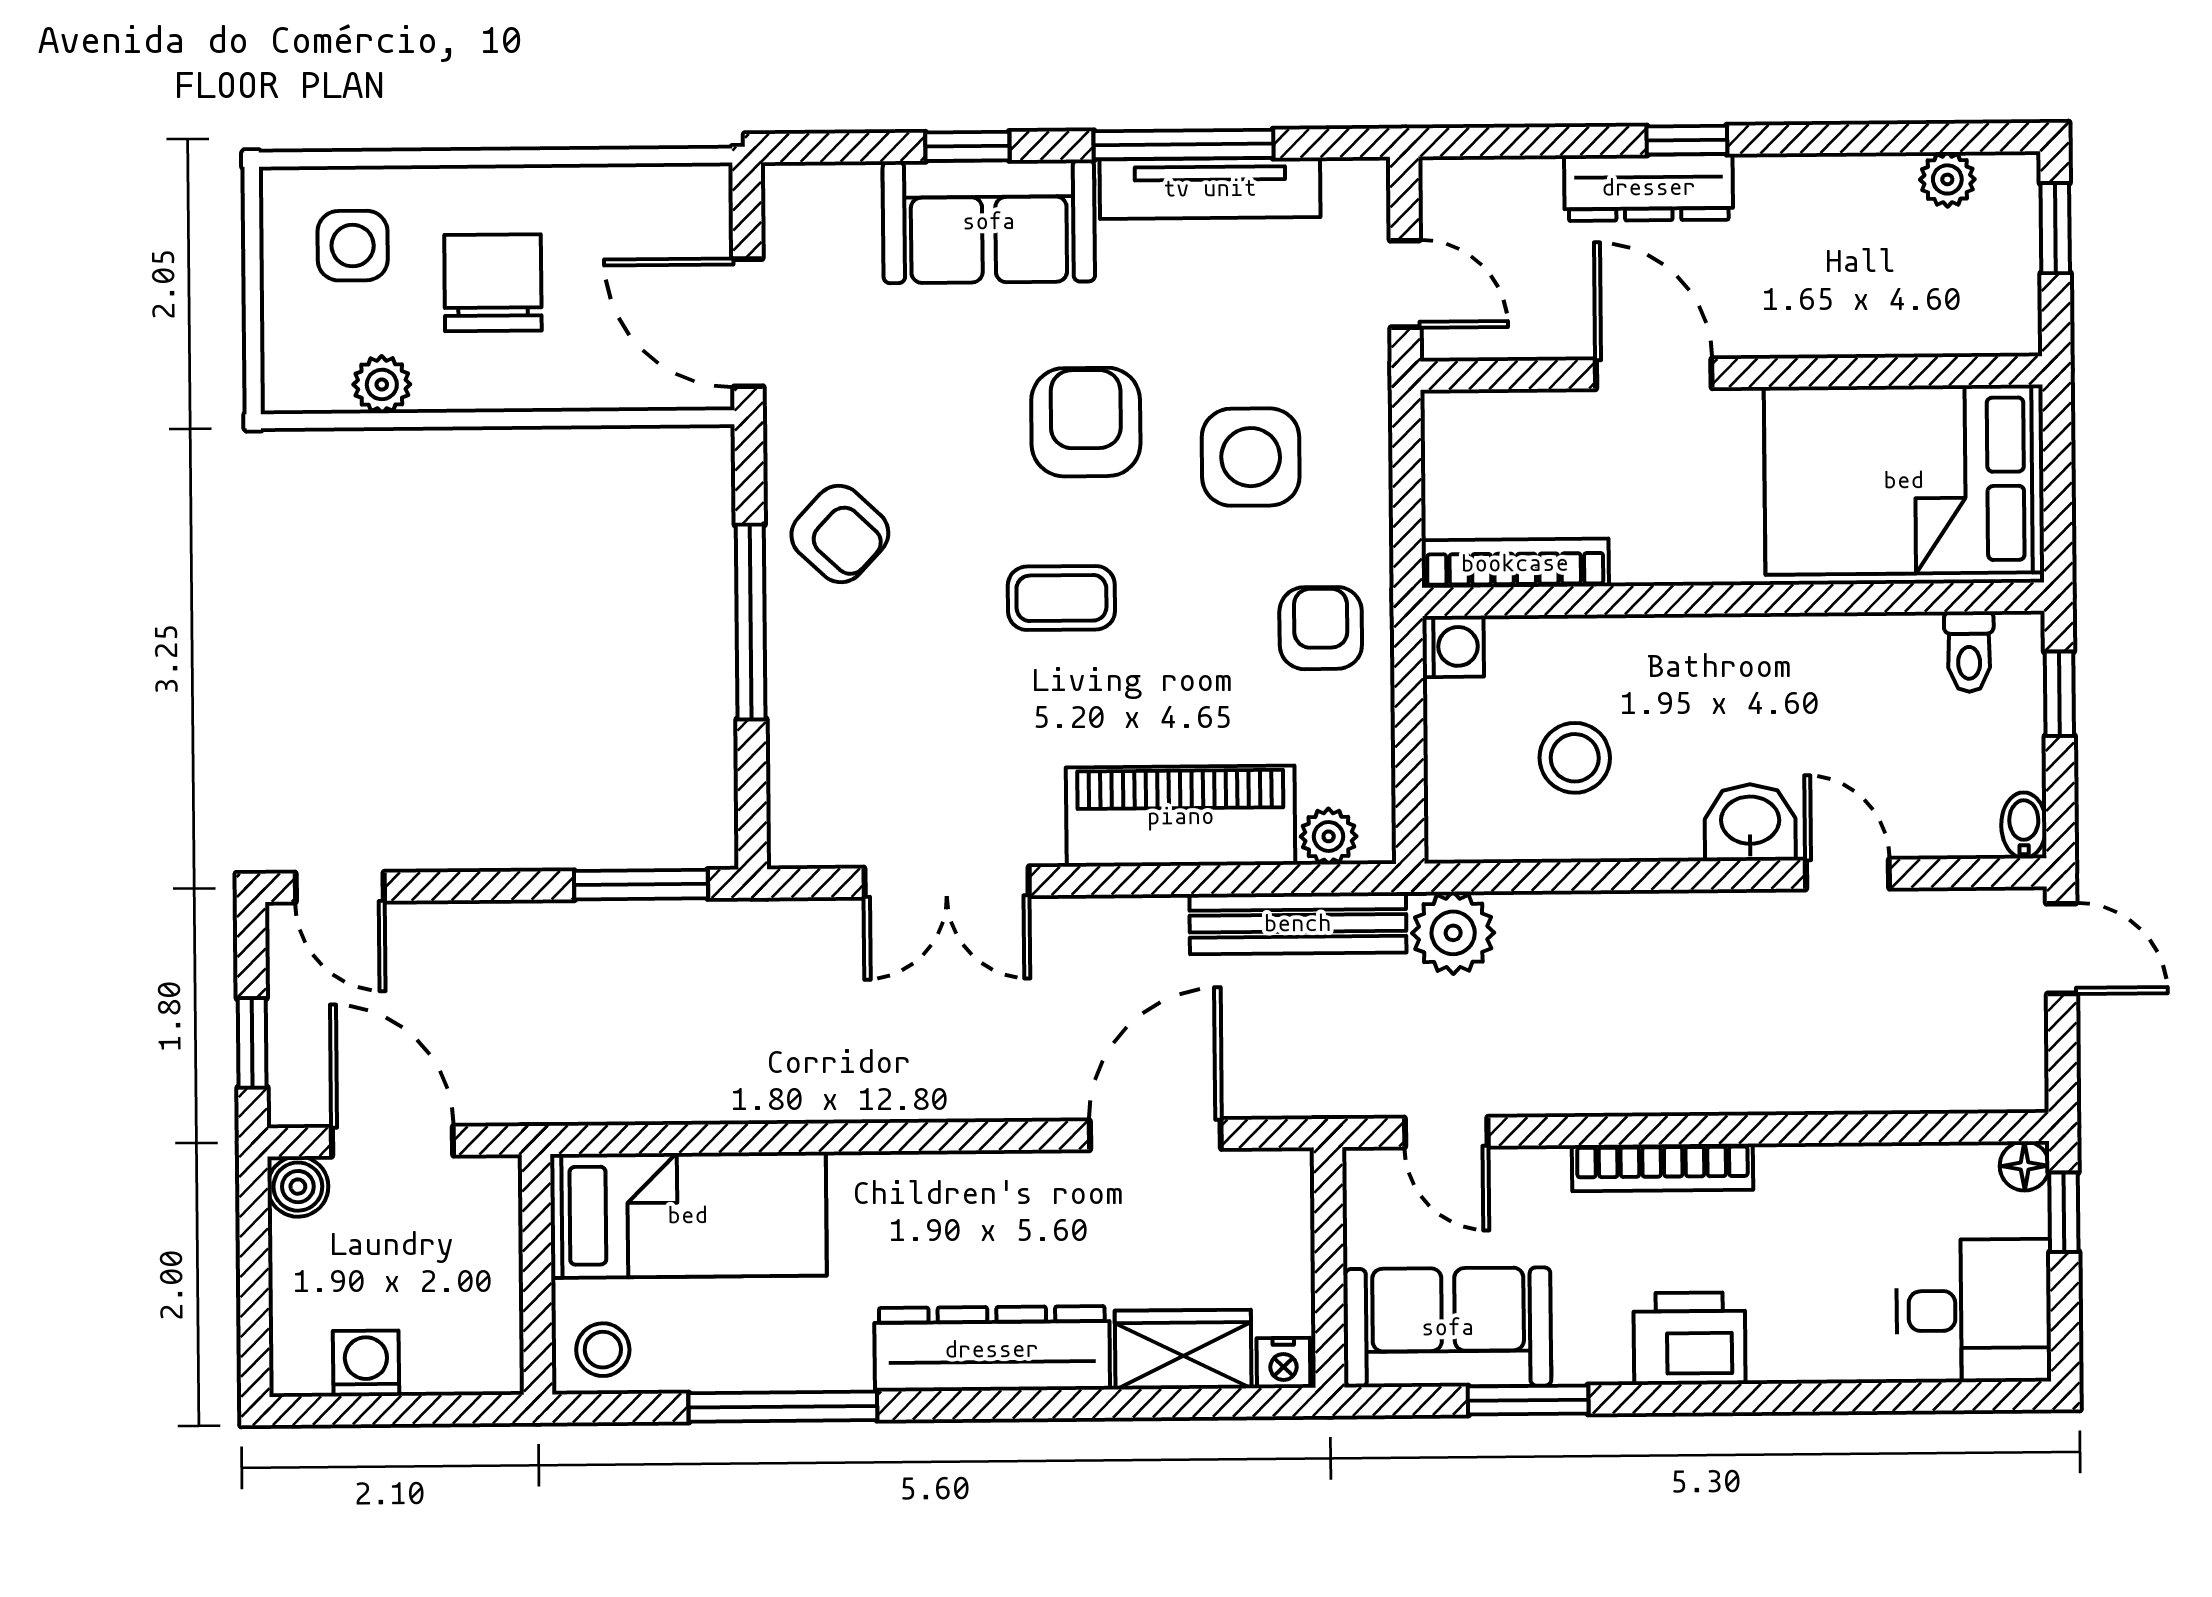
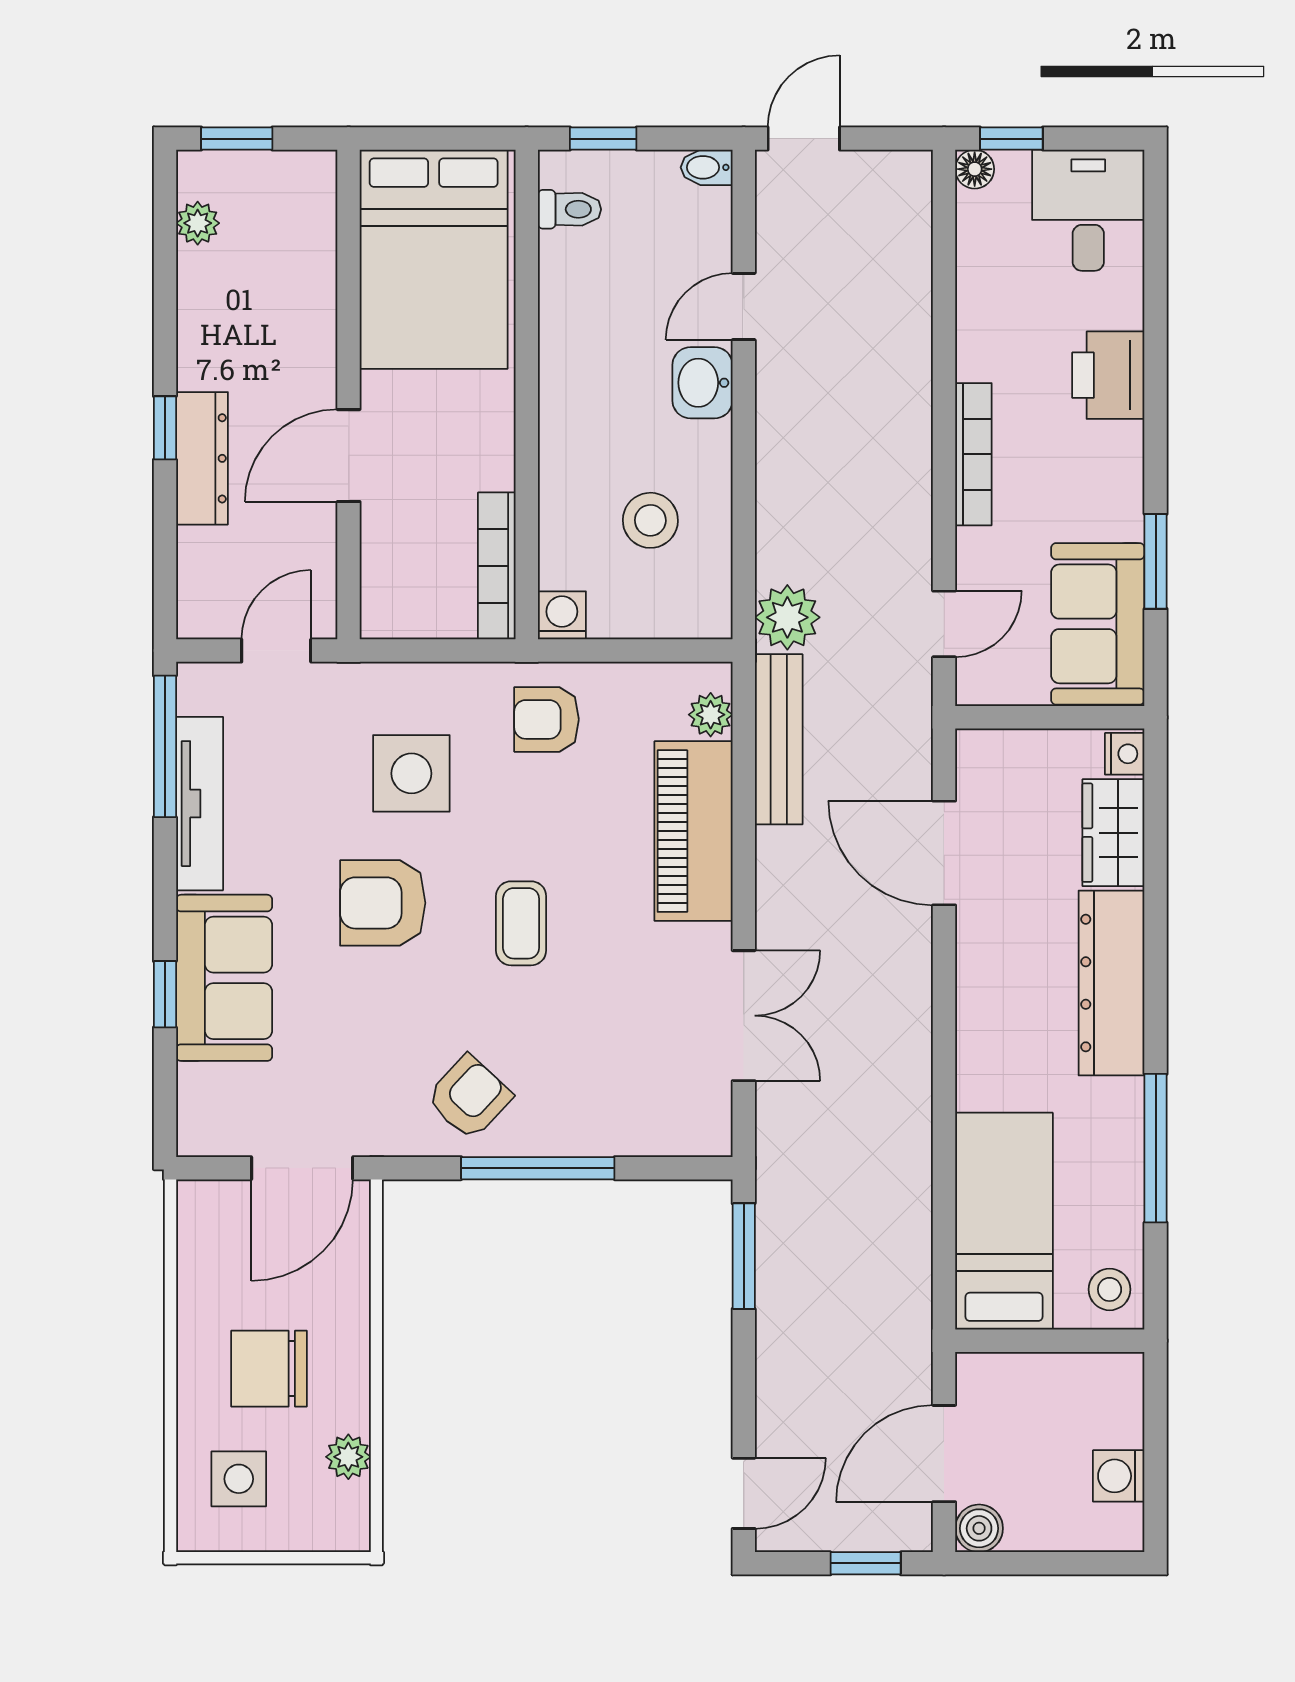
window: (1183, 144) -> (165, 746), moved
printer: (1689, 1339) -> (1108, 375), moved

